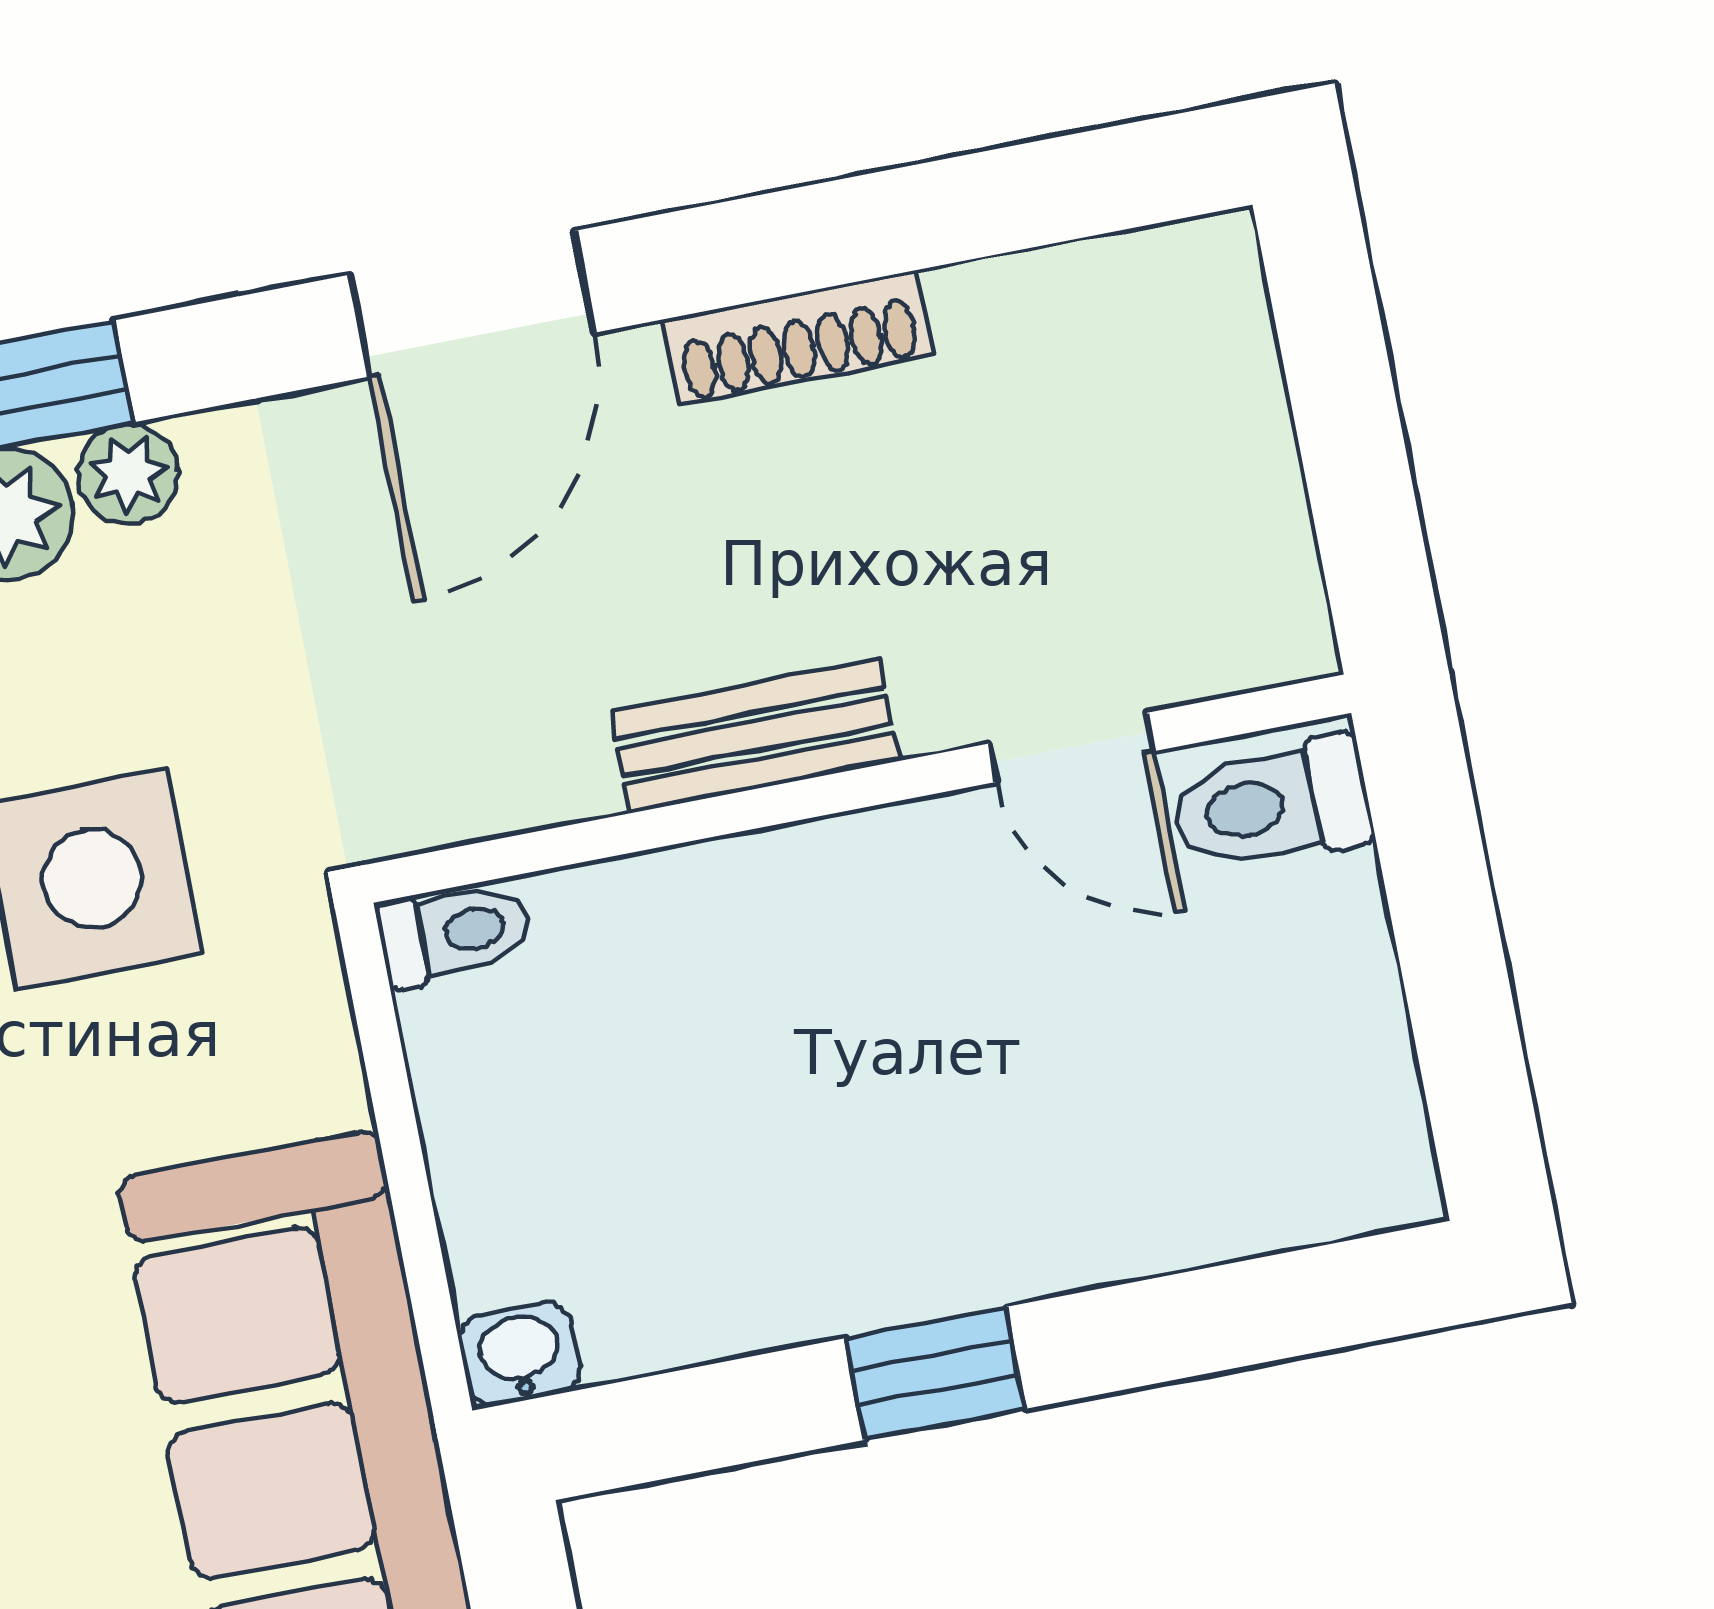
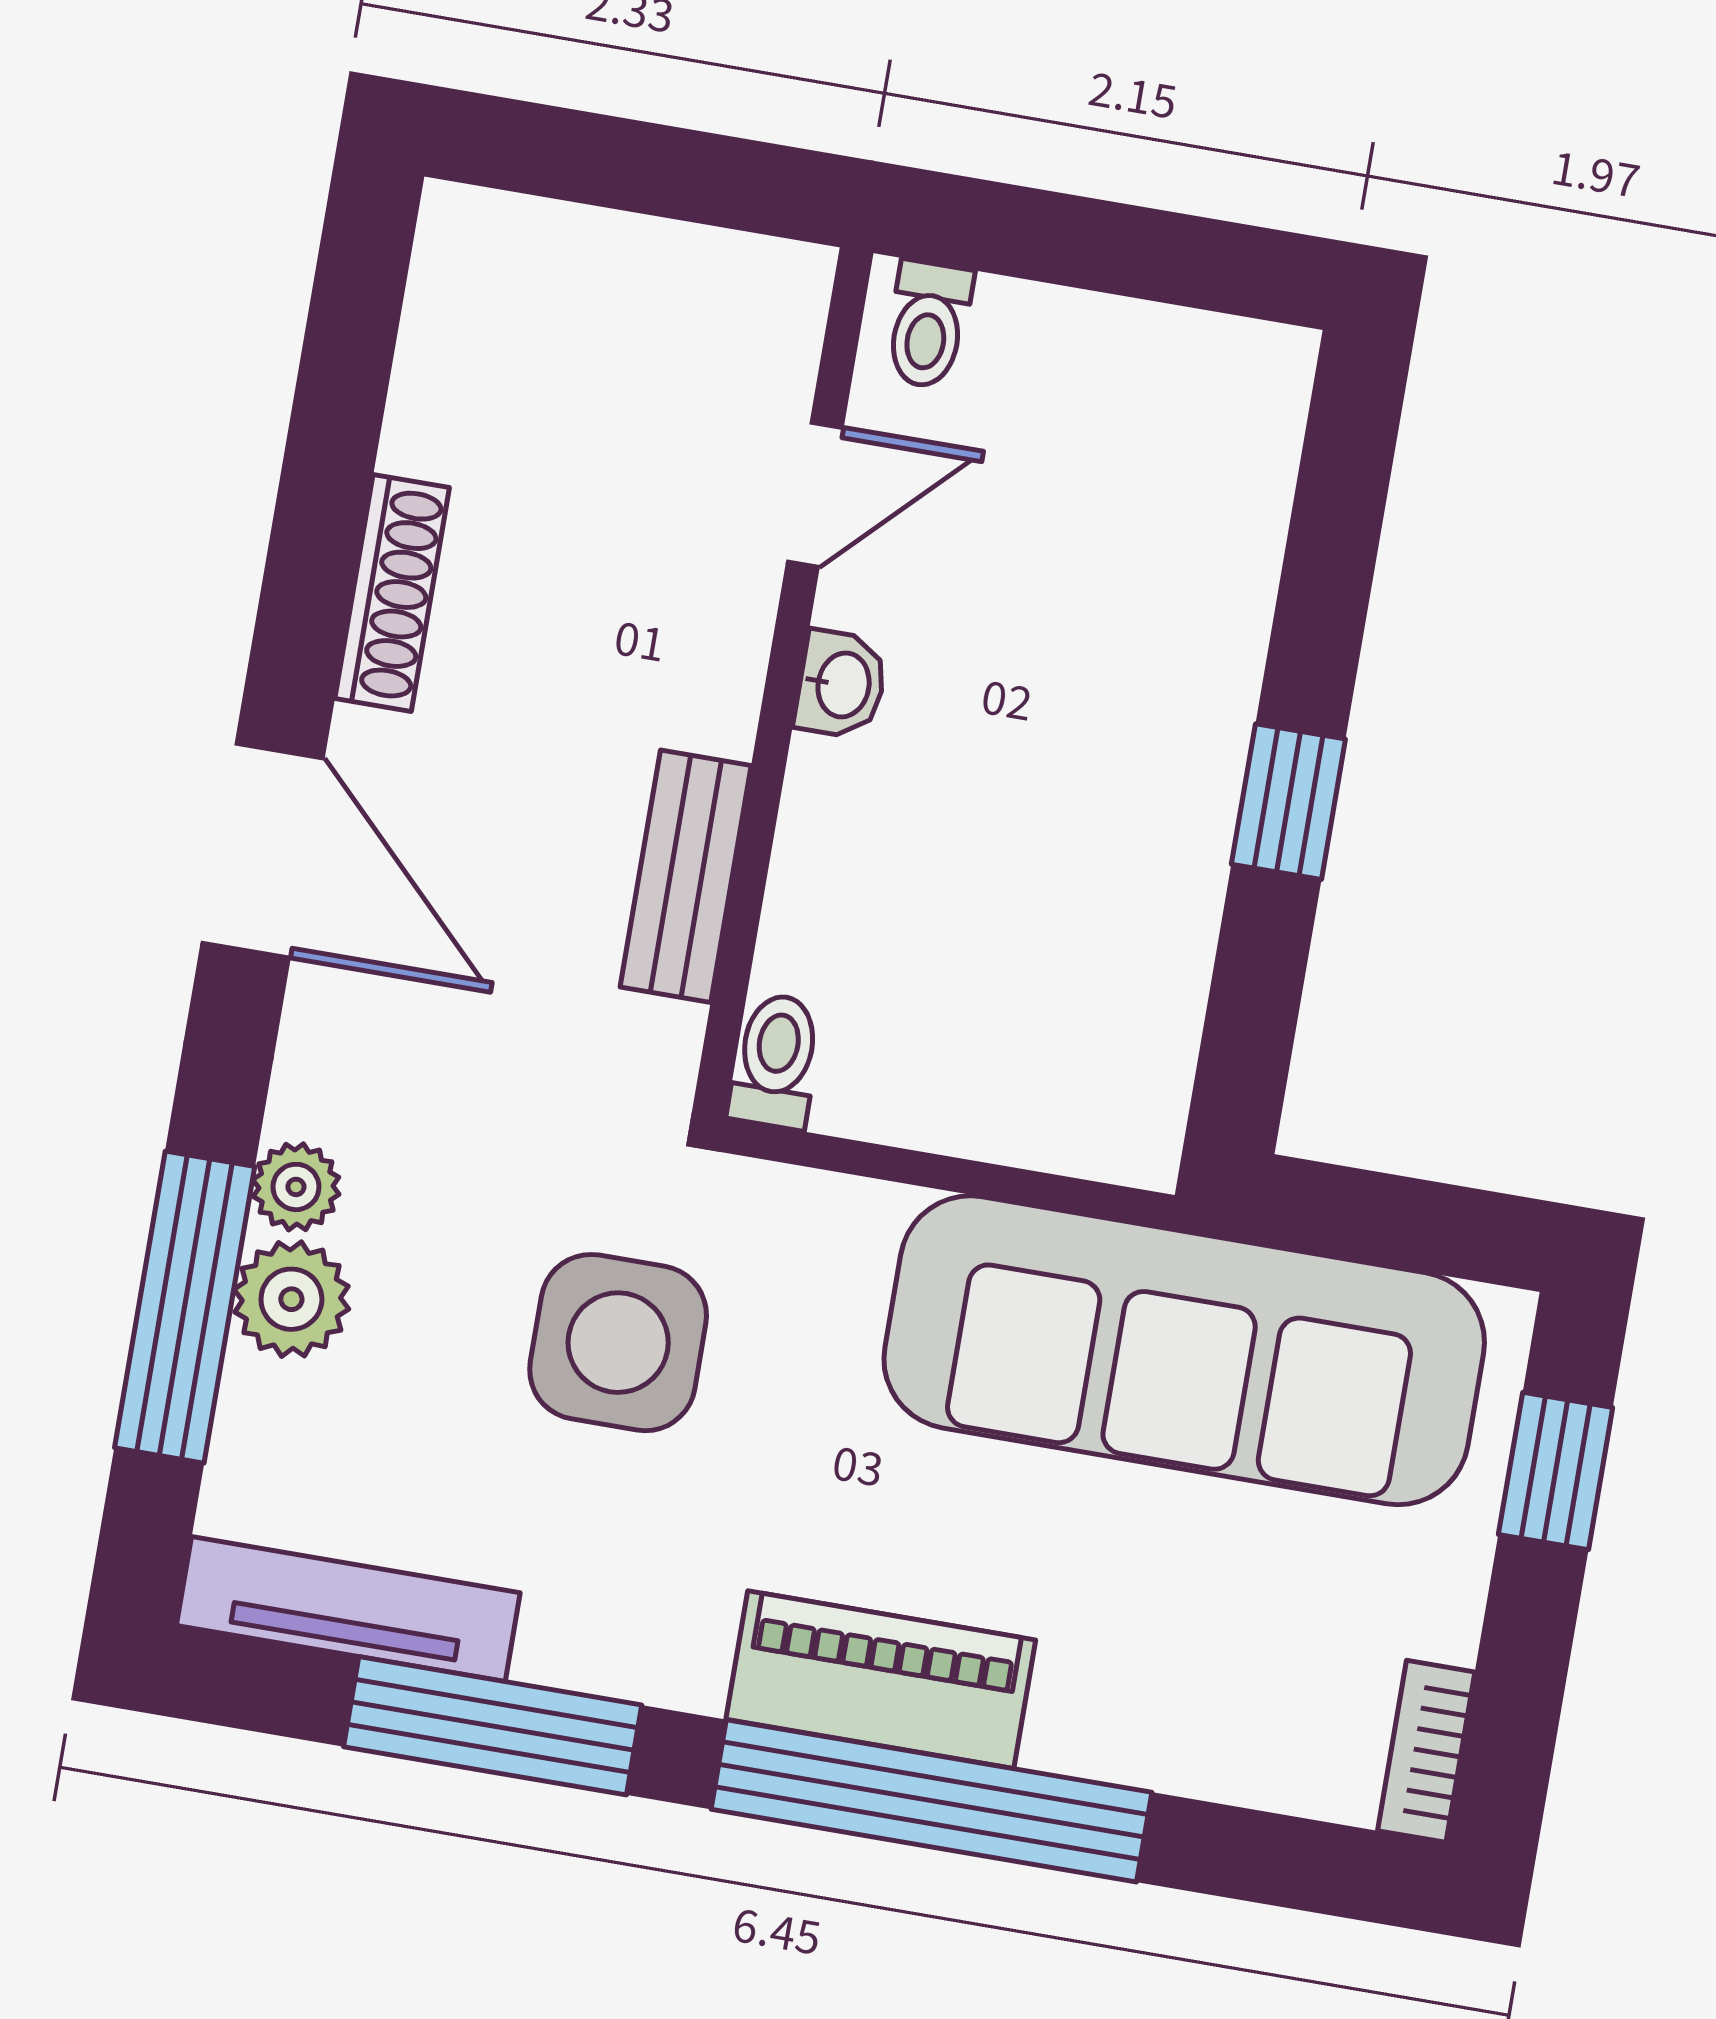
bench: (755, 736) -> (686, 876), moved
toilet: (1271, 805) -> (928, 325), width x0.73, depth x0.72
washbasin: (519, 1354) -> (841, 685), moved, turned 180

